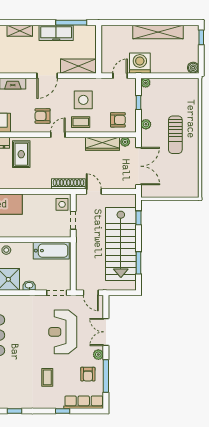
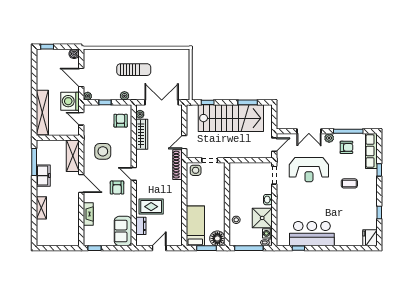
shelving: (158, 32) -> (42, 112), moved
freezer: (56, 33) -> (43, 176), width x0.71
door: (166, 76) -> (81, 78), added
coffee table: (81, 122) -> (122, 154), removed
bathtub: (51, 251) -> (237, 180), removed

